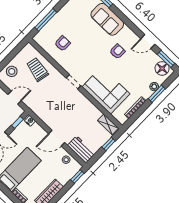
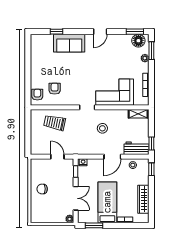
window: (46, 20) -> (28, 84), removed
door: (148, 41) -> (100, 32), moved
armchair: (117, 51) -> (37, 95), moved
stool: (12, 71) -> (102, 128), moved
window: (157, 94) -> (151, 51), moved
door: (15, 98) -> (57, 157), hinge flipped
window: (109, 144) -> (151, 144), moved

